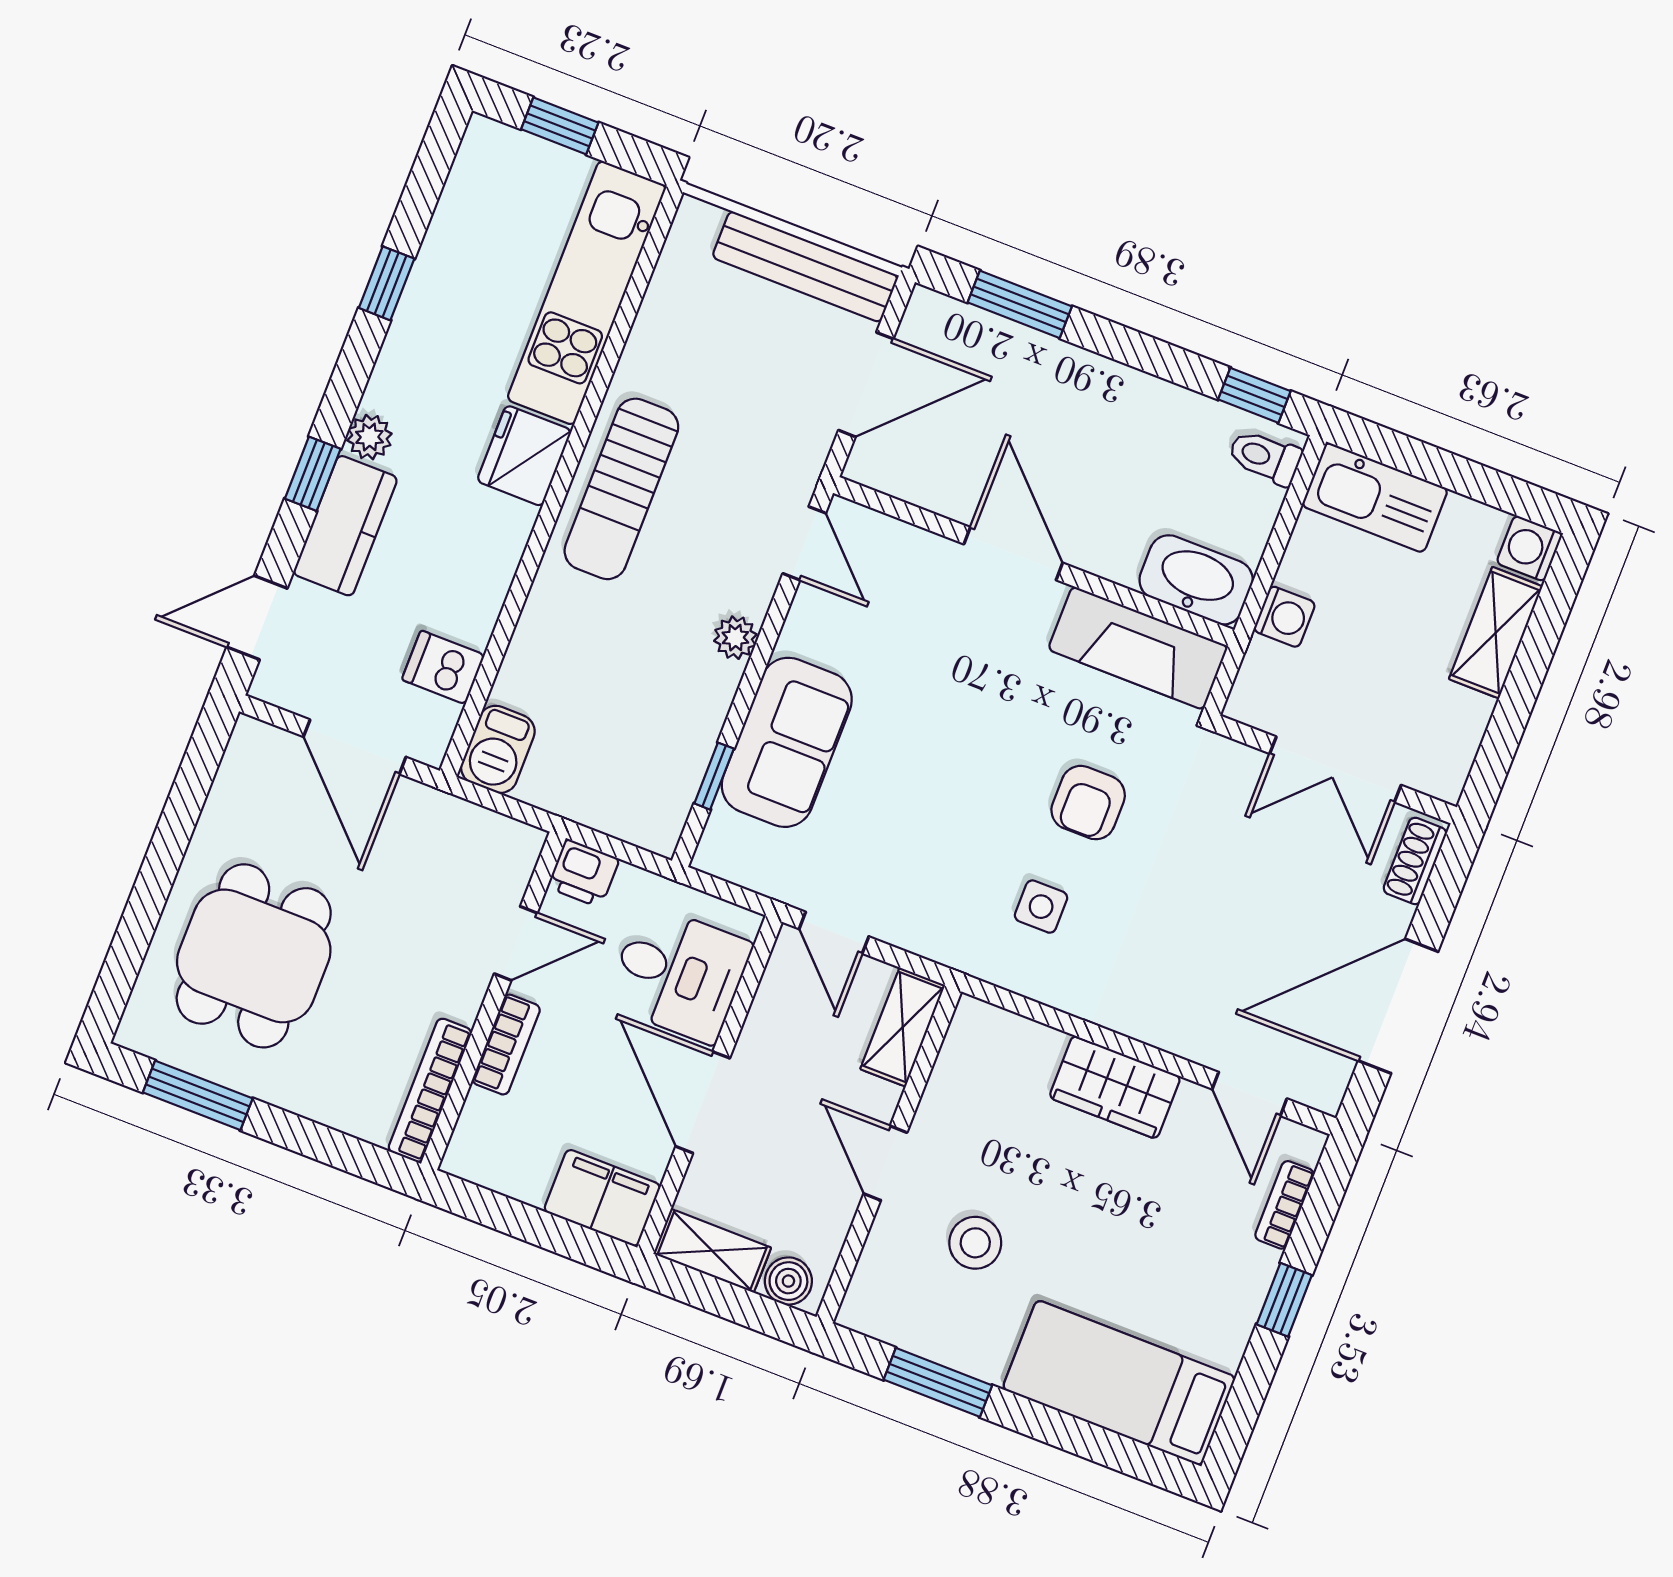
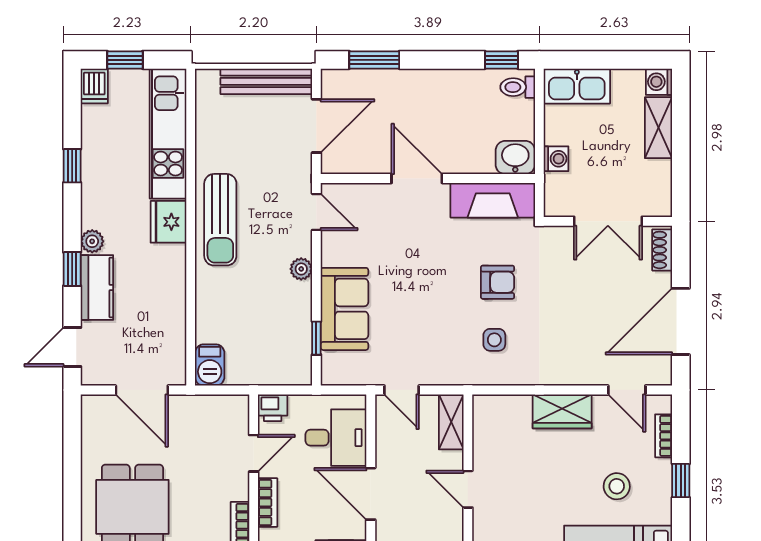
washbasin: (1196, 580) -> (515, 158), width x0.72
dishwasher: (443, 667) -> (94, 86), moved, turned -90
armchair: (1088, 803) -> (498, 282), turned -90
stool: (975, 1243) -> (617, 486), moved

